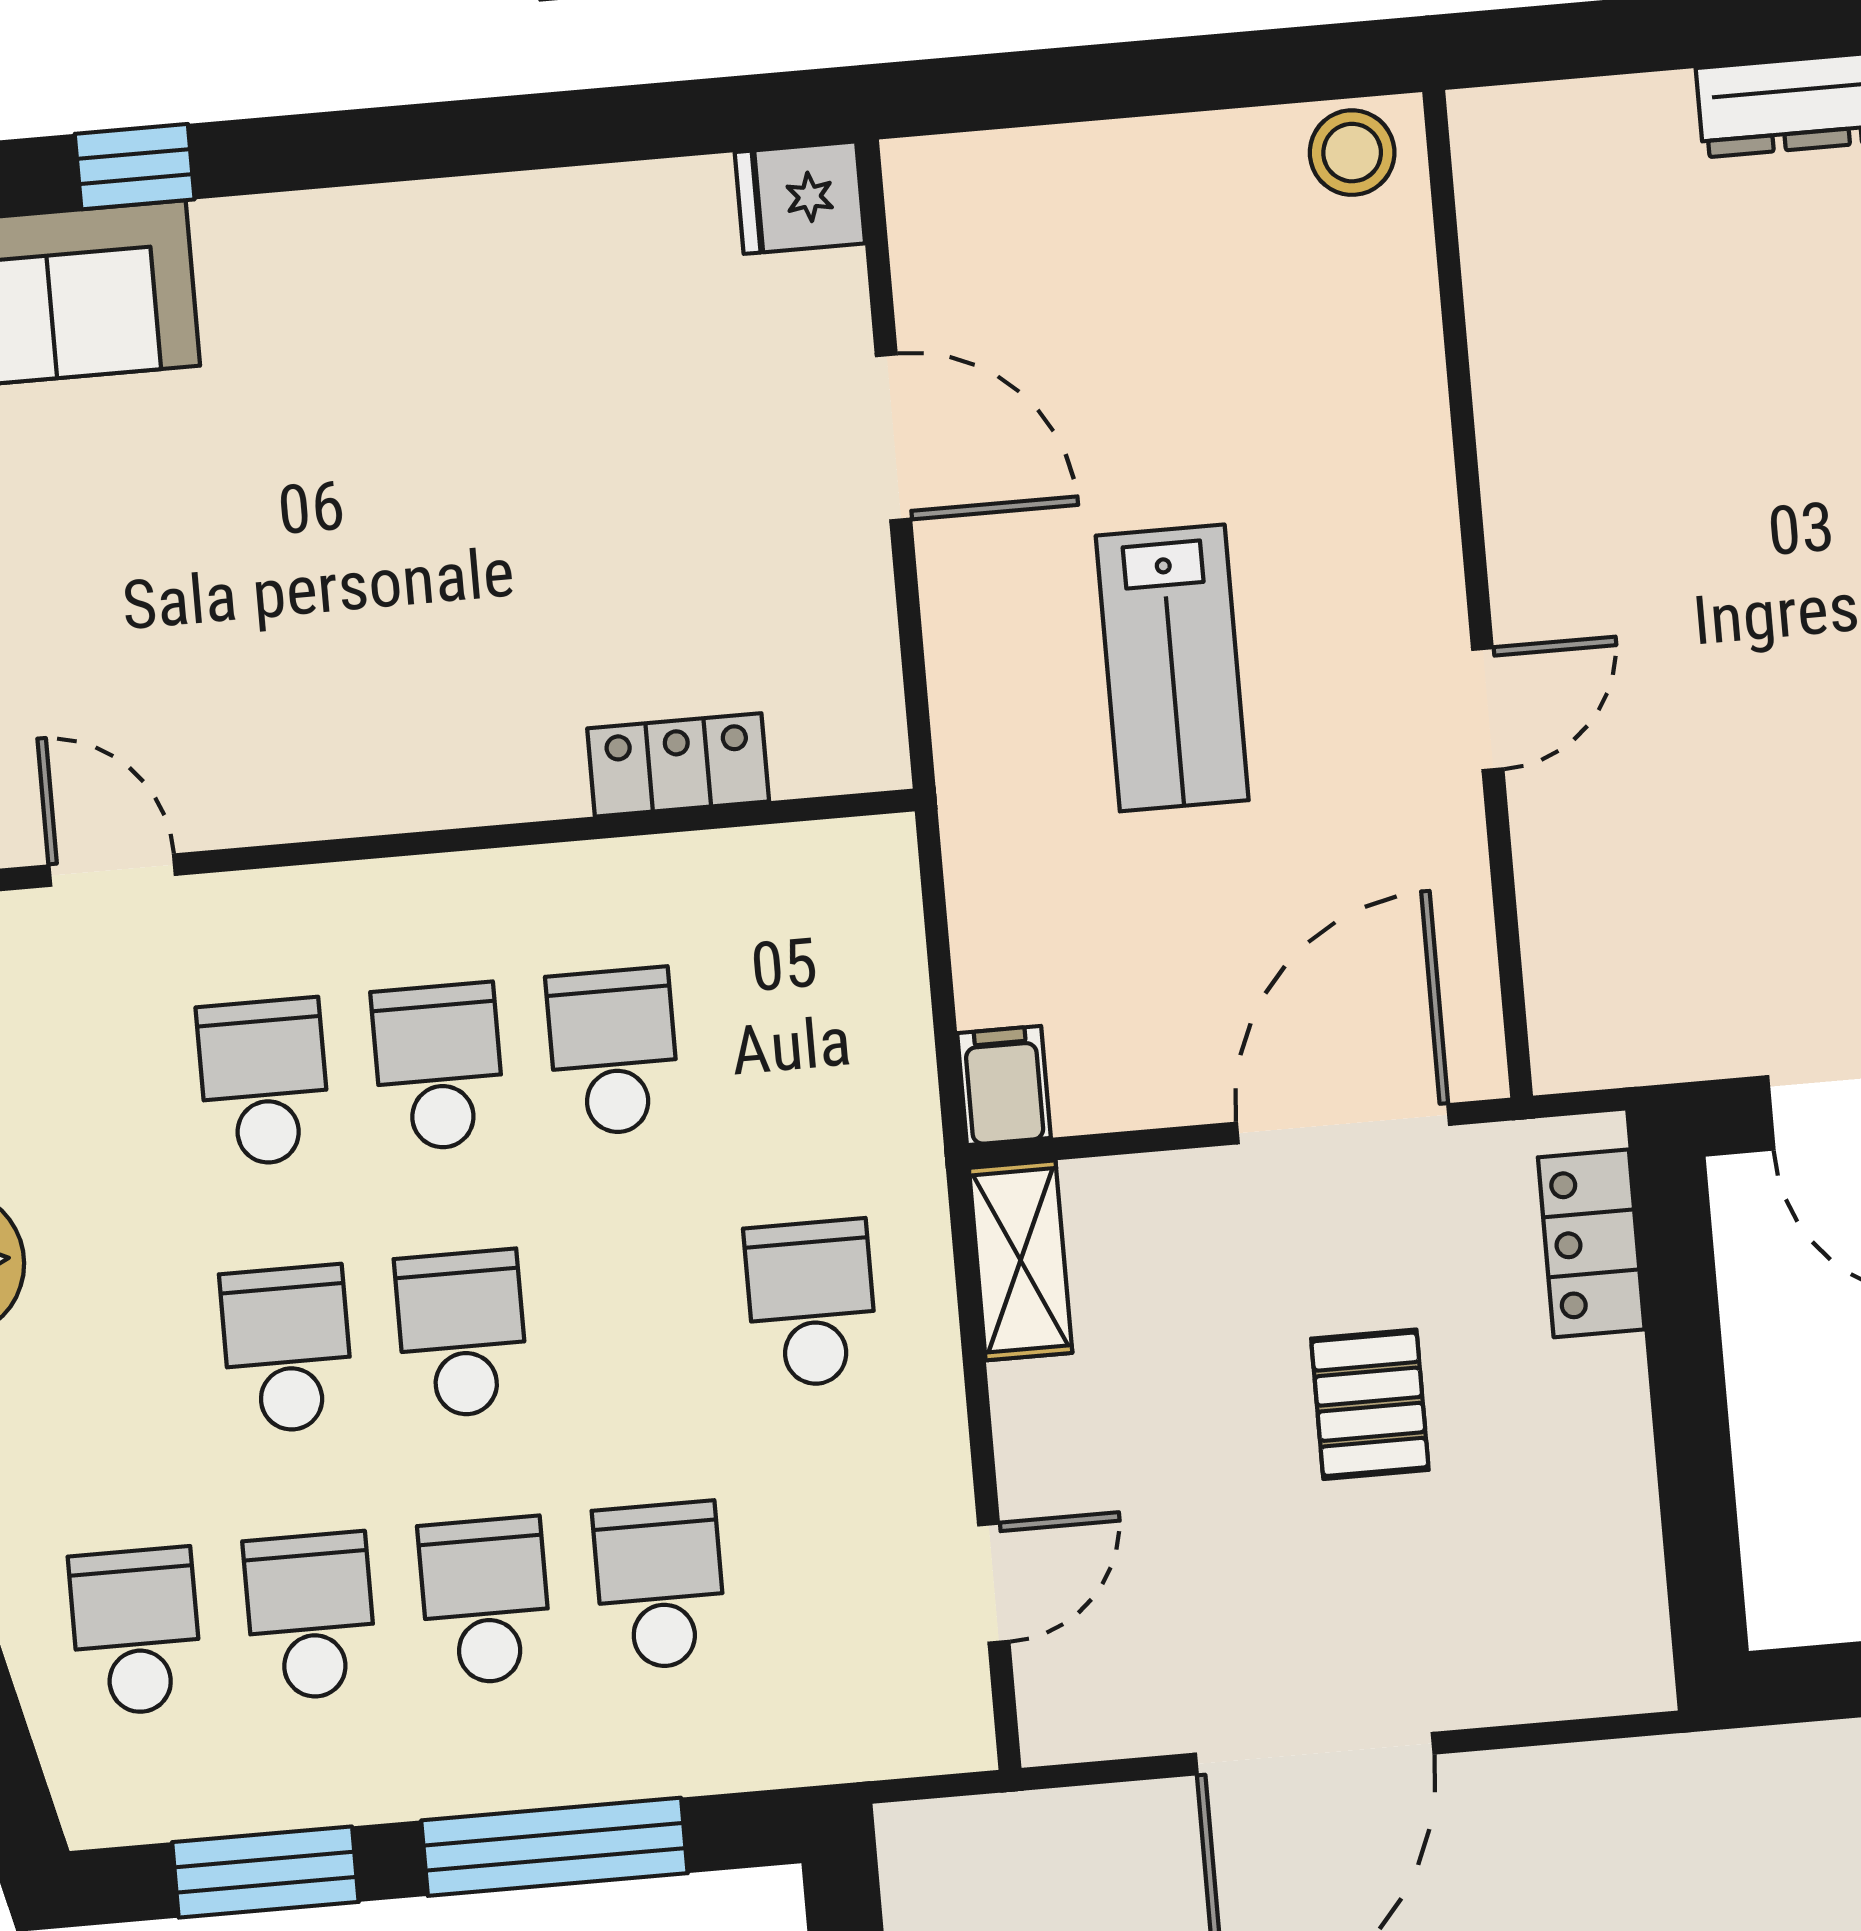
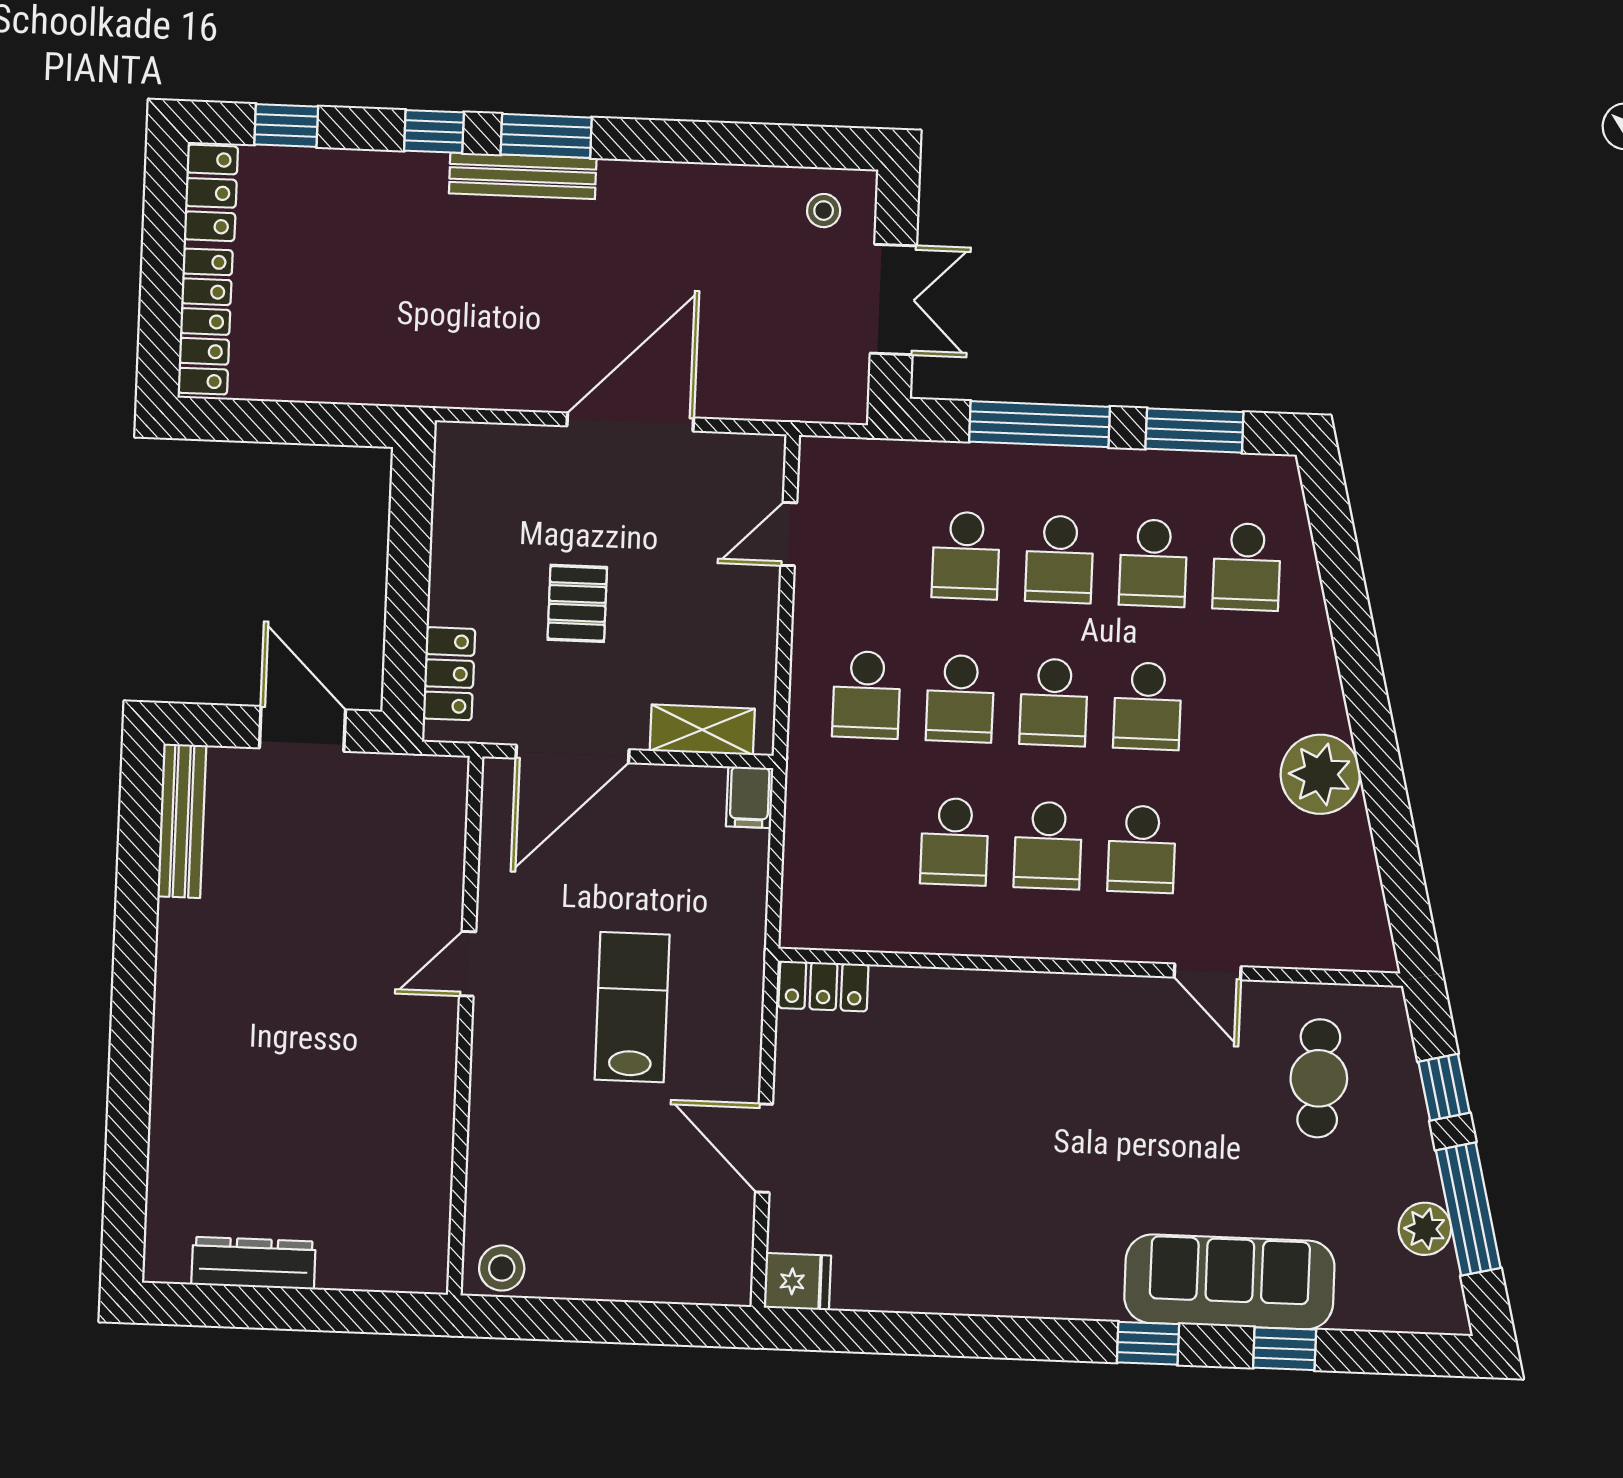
locker: (678, 765) -> (823, 986), moved
shelving: (1021, 1260) -> (702, 730), moved, turned 90
school desk: (637, 1319) -> (960, 699), added

